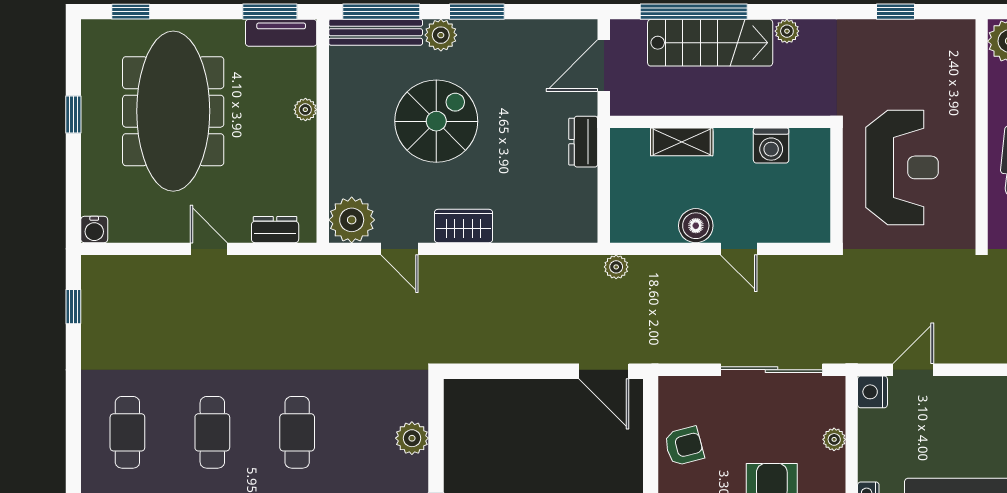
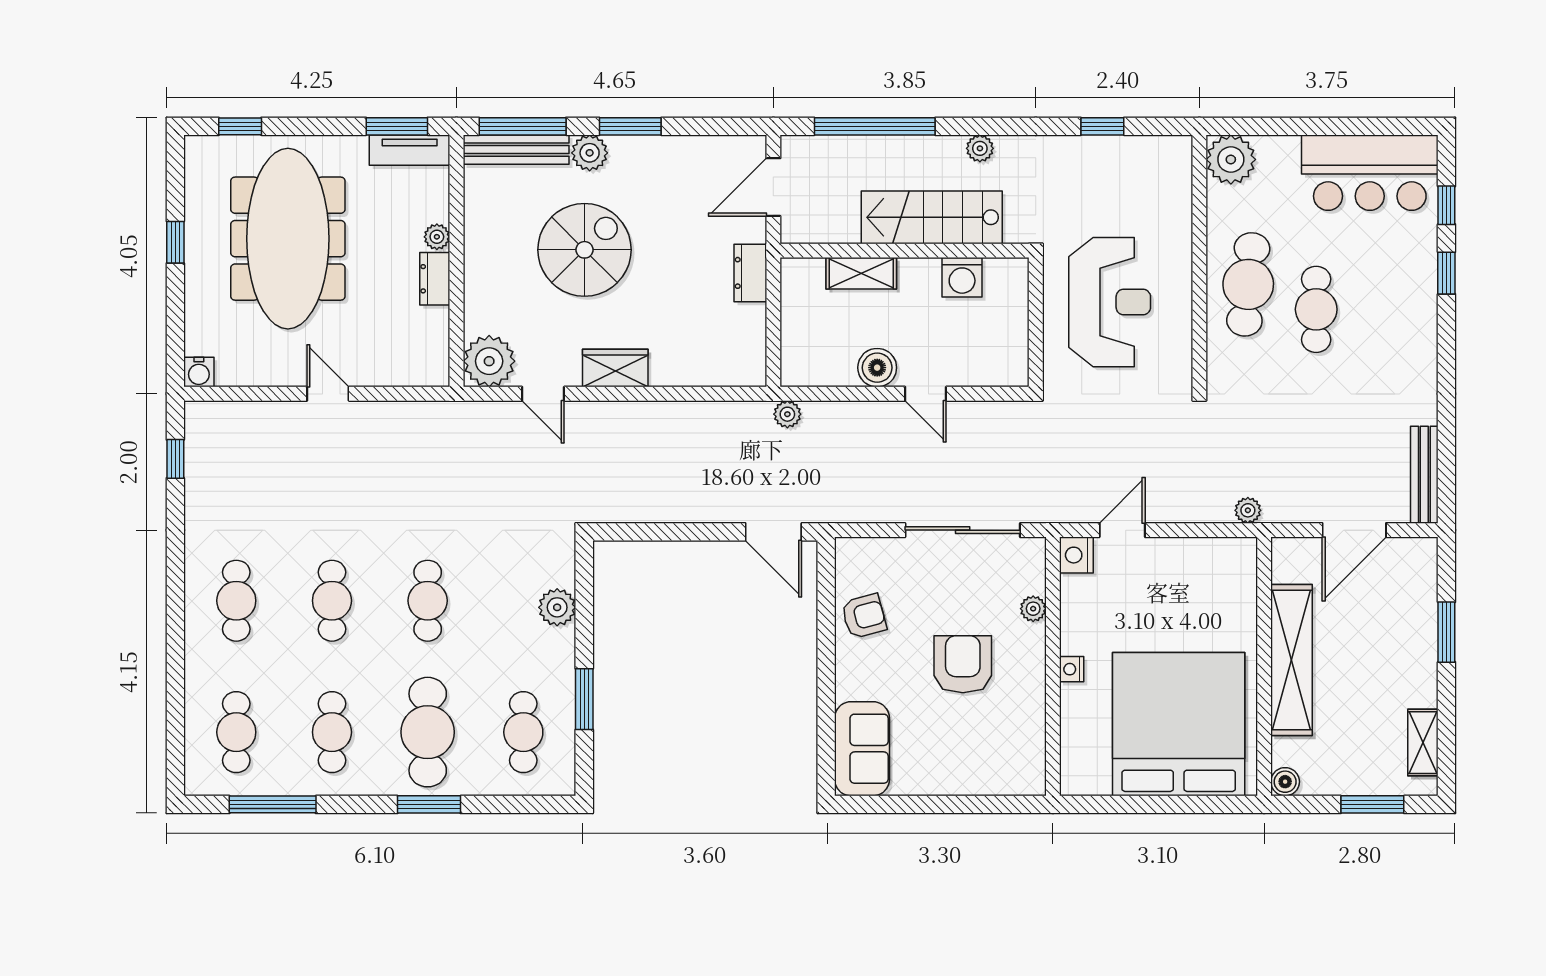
stairs: (710, 43) -> (932, 217), moved, turned 180
dresser: (275, 230) -> (435, 279), moved, turned -90

